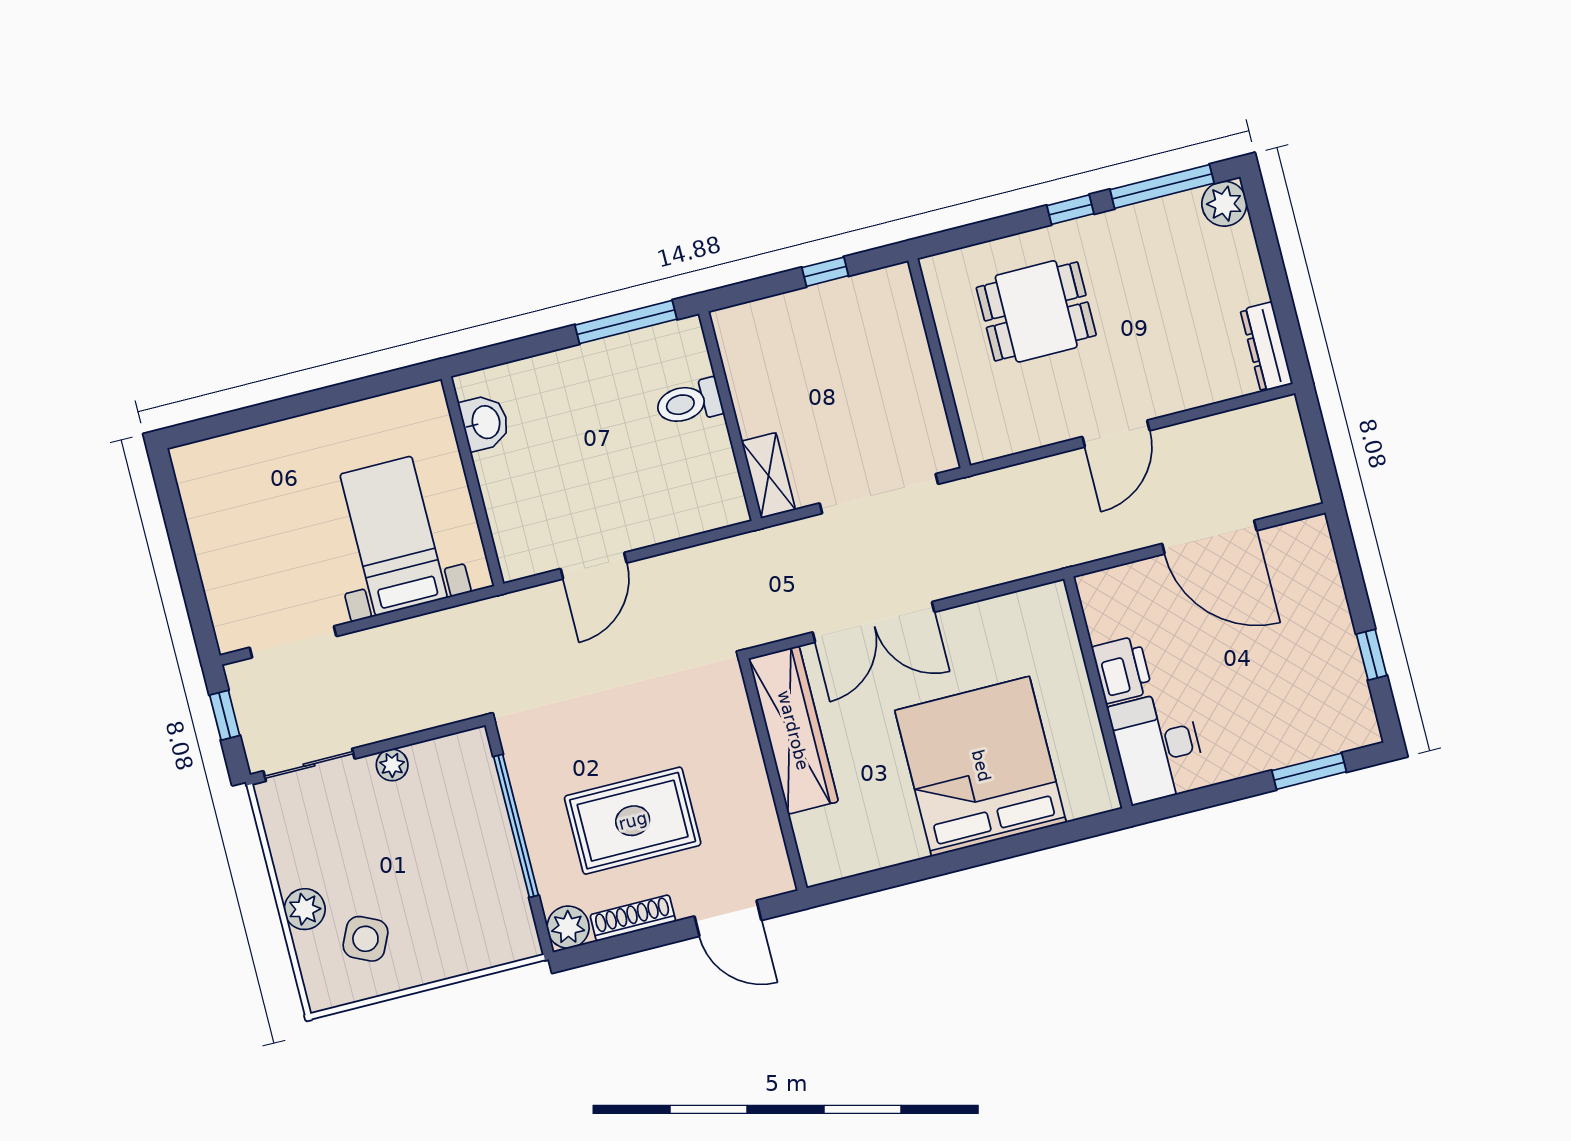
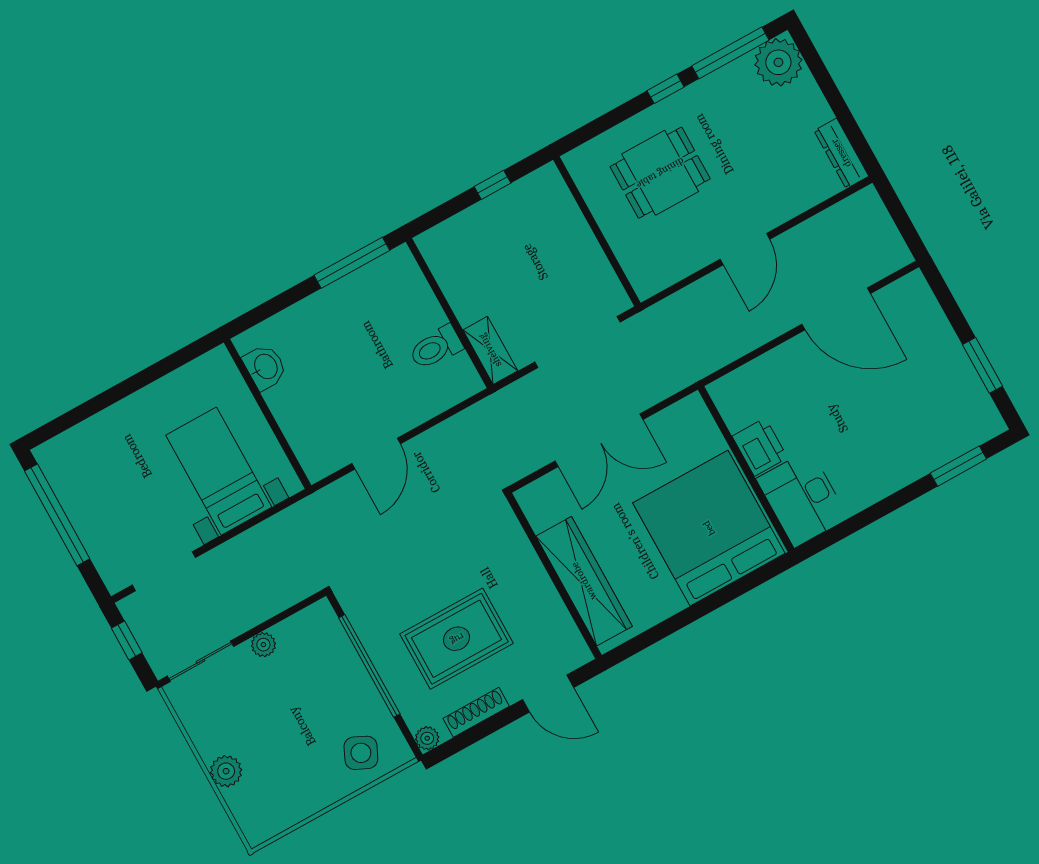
plant: (1224, 204) -> (778, 62), width x1.36, depth x1.36
toilet: (689, 402) -> (436, 348), moved
window: (180, 537) -> (57, 515), added
window: (1372, 655) -> (982, 365), width x1.50
printer: (1122, 670) -> (760, 447), moved
wall: (1098, 692) -> (746, 469), moved
wardrobe: (793, 730) -> (584, 581), moved
desk: (1158, 747) -> (802, 498), moved
plant: (568, 927) -> (427, 738), width x0.73, depth x0.73
side table: (365, 939) -> (361, 753), moved

